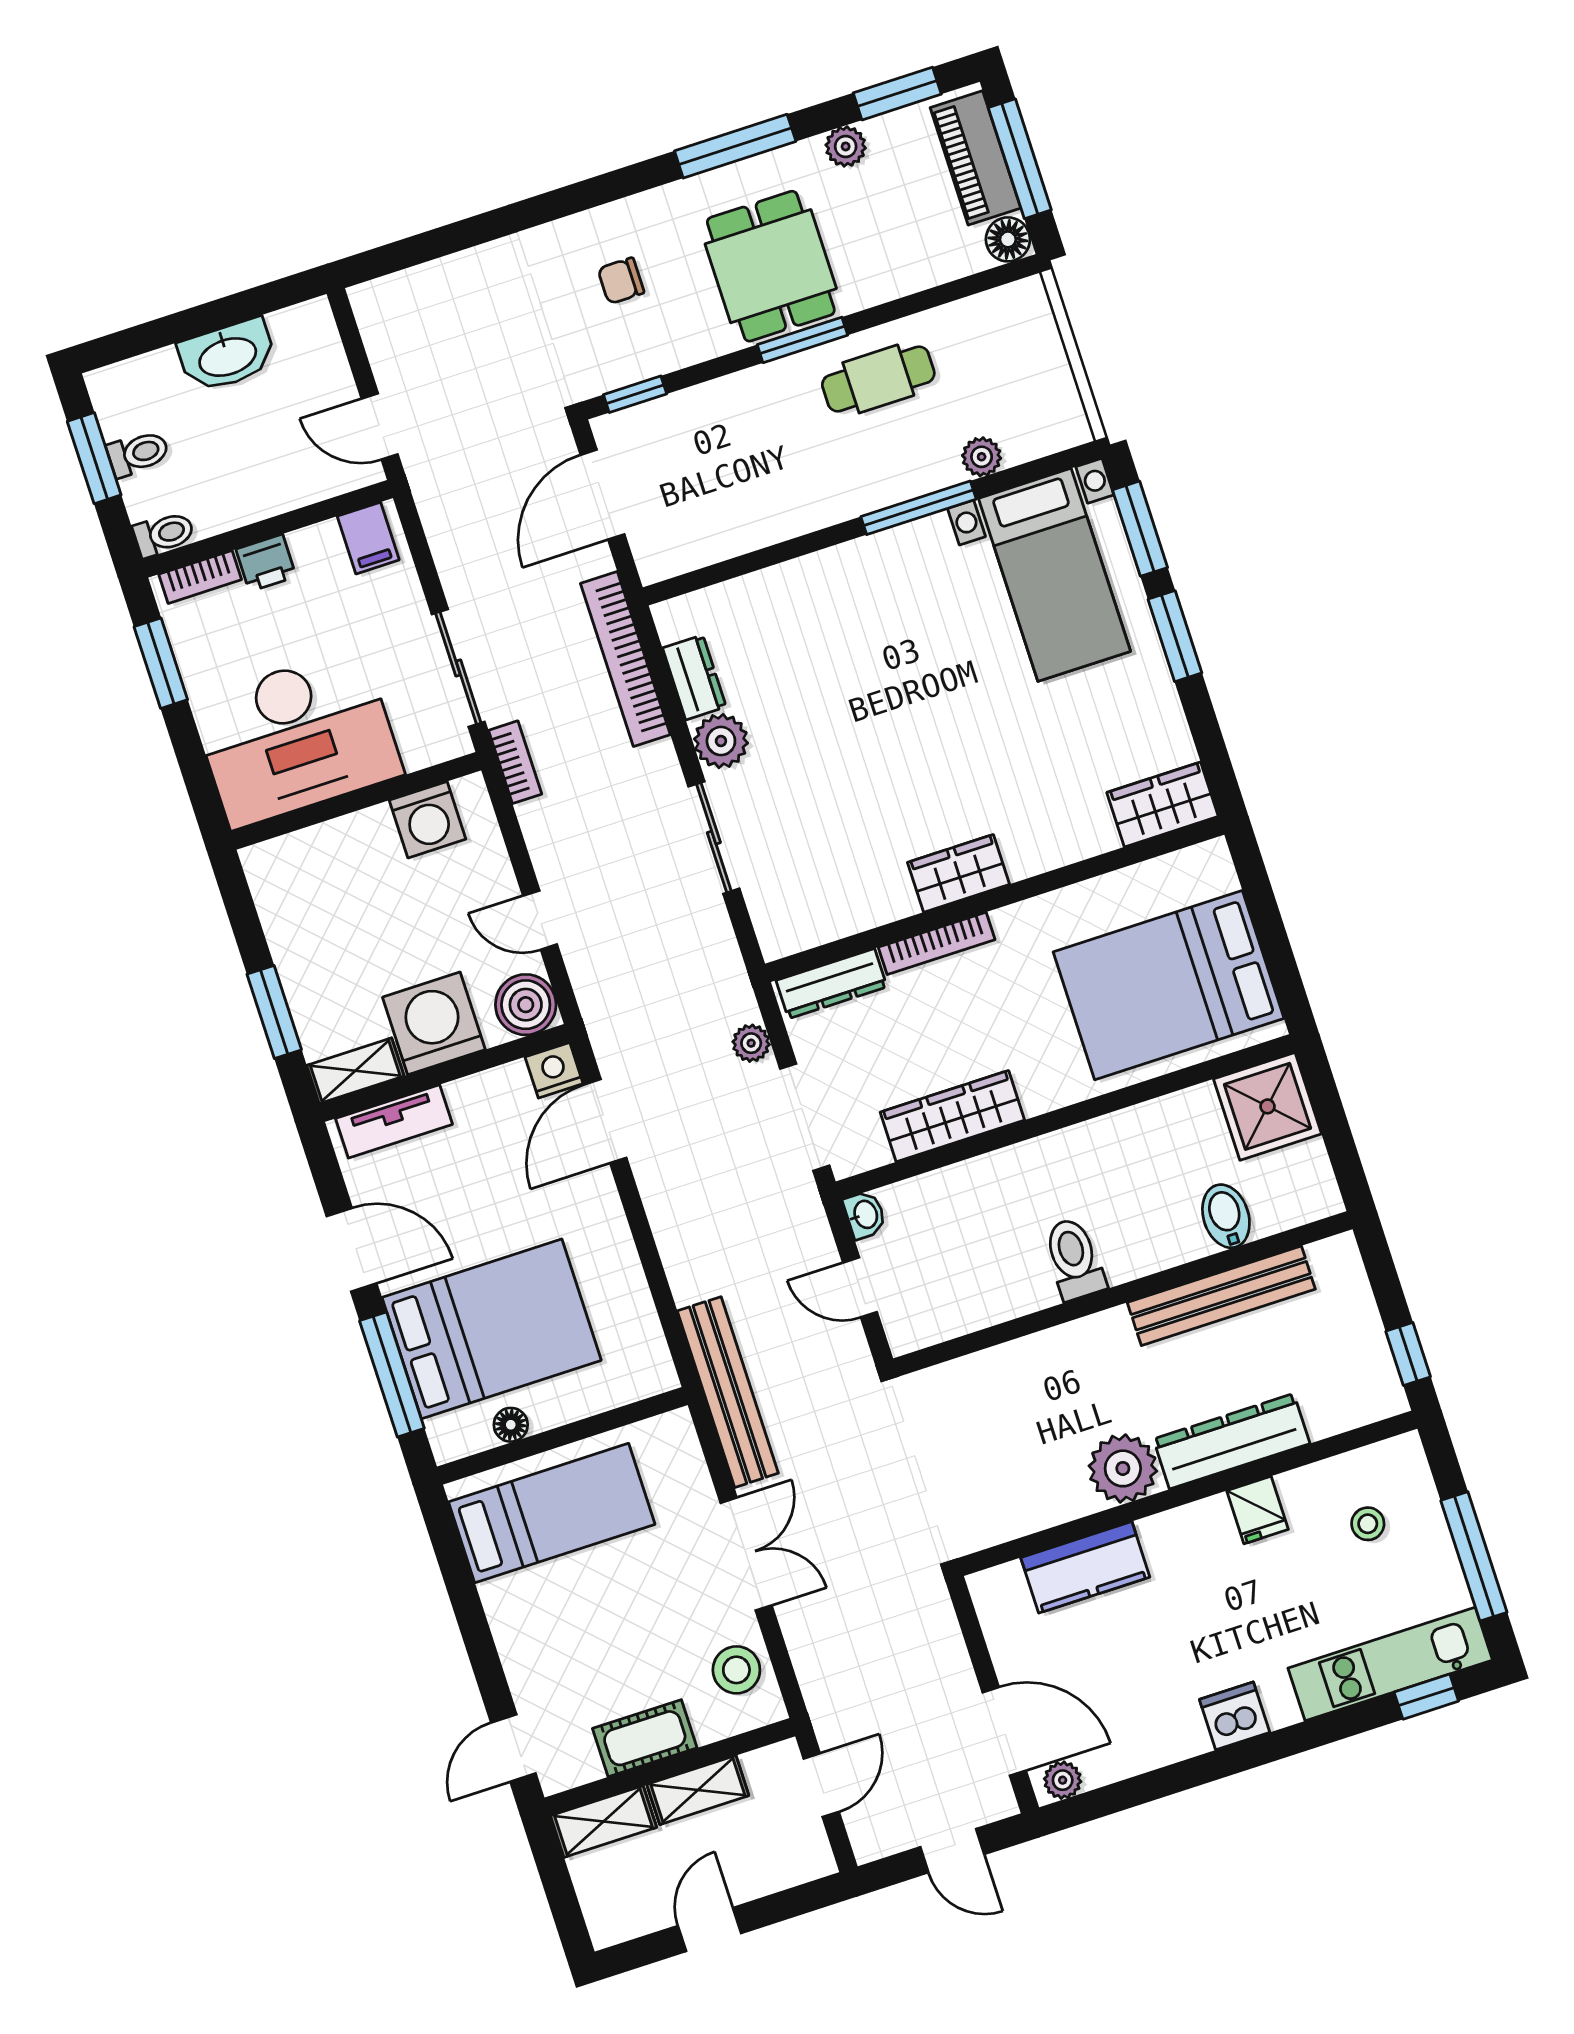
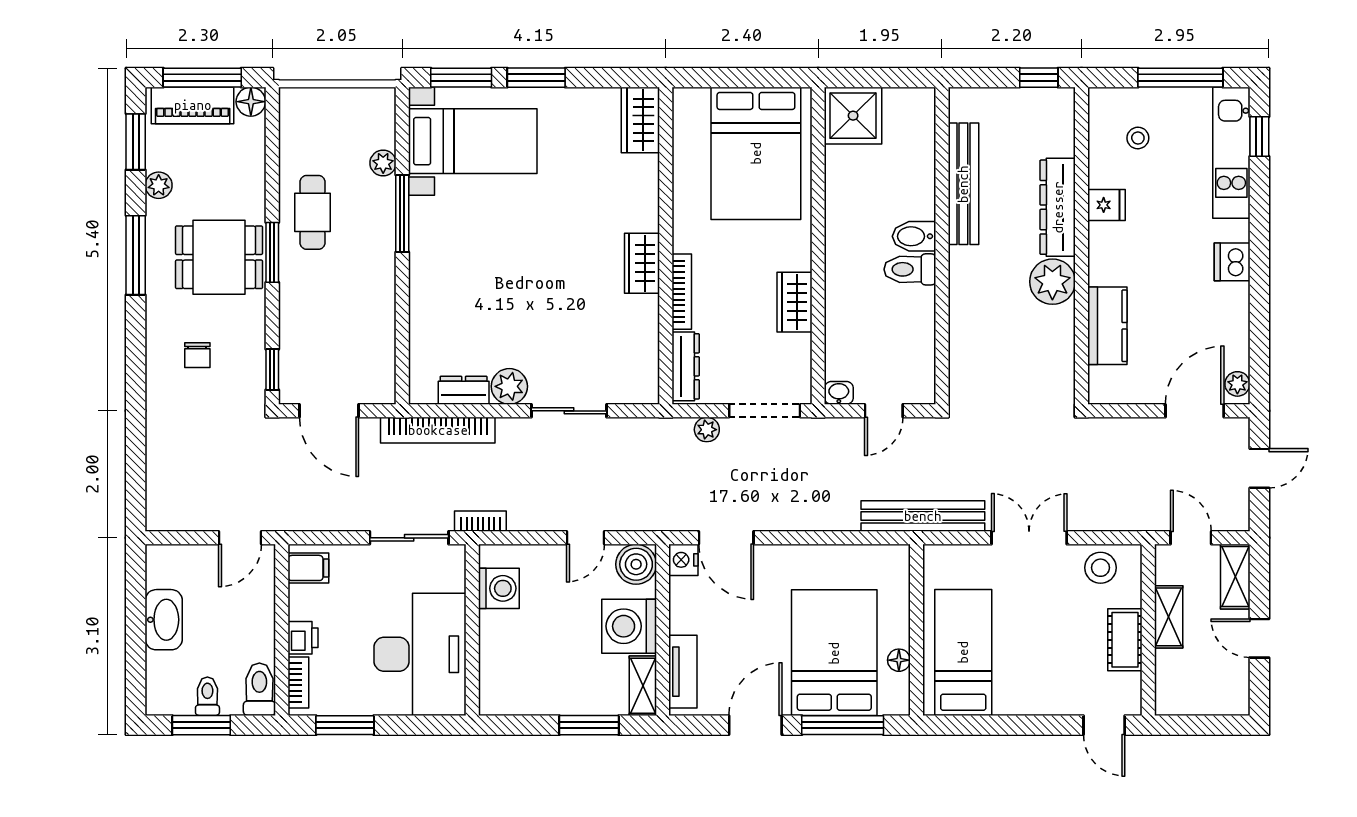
toilet: (164, 534) -> (259, 689), width x1.37, depth x1.39
wardrobe: (952, 1116) -> (794, 302), width x0.67
bidet: (1226, 1216) -> (914, 236), moved
shelving: (604, 1822) -> (1235, 577), moved

